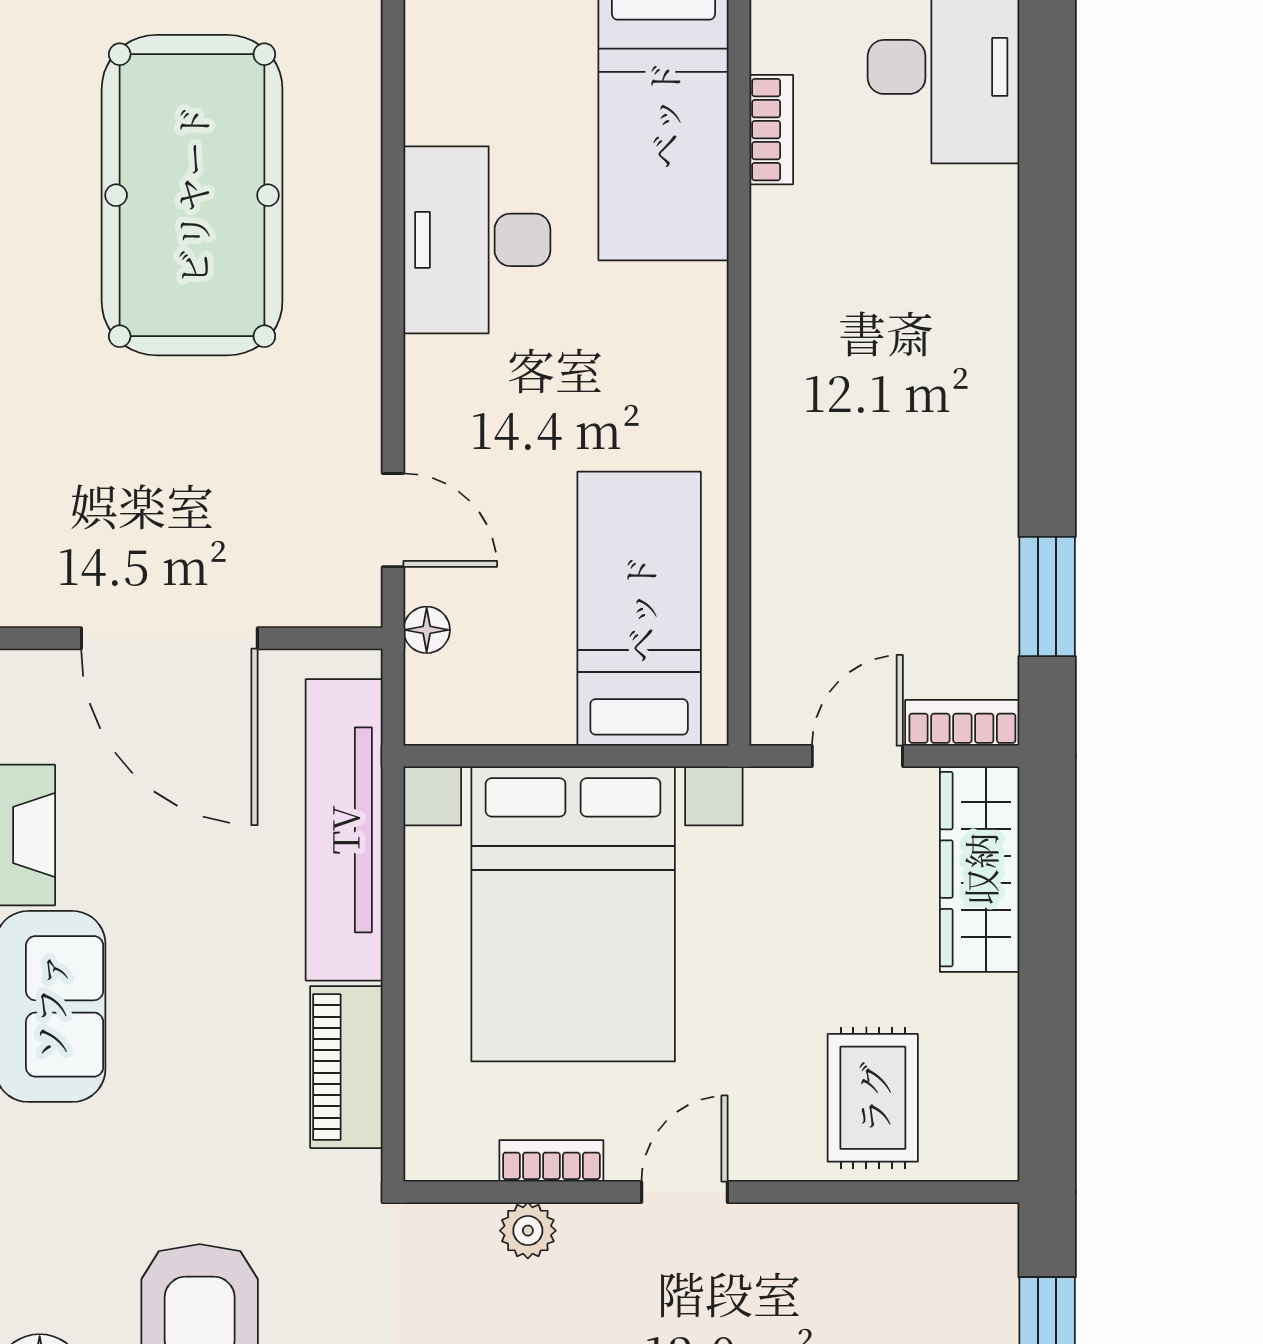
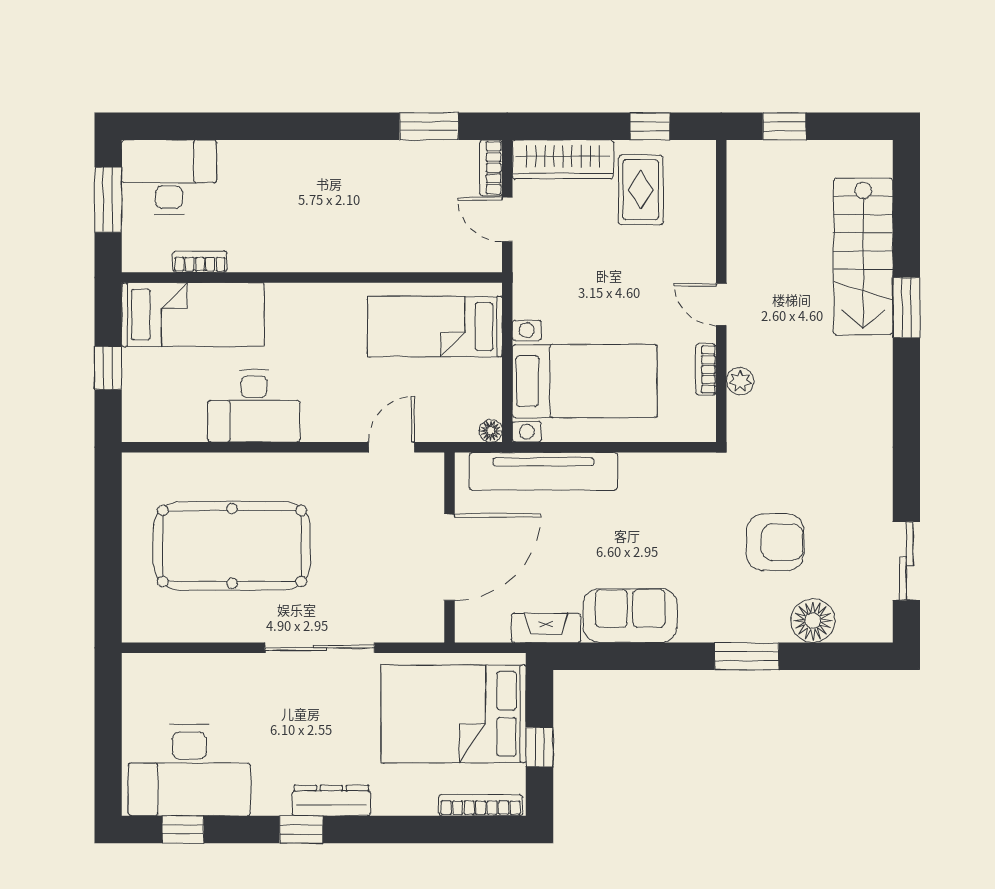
floor lamp: (427, 630) -> (491, 431), moved
bed with nightstands: (573, 914) -> (585, 381), width x0.73
window: (1047, 1047) -> (650, 126), added
piano: (346, 1067) -> (660, 470), removed
rug: (873, 1098) -> (641, 190), moved, turned 90

